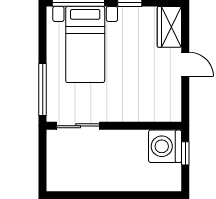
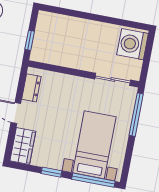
dresser: (172, 98) -> (31, 88), added
washing machine: (165, 146) -> (133, 44), moved, turned 180

